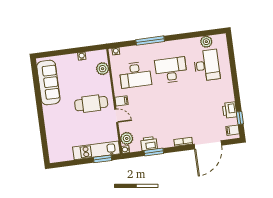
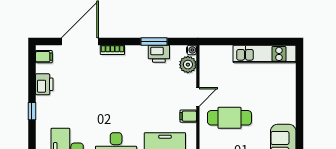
door: (116, 116) -> (198, 97), swing flipped
window: (240, 118) -> (32, 111), moved
kitchen unit: (96, 150) -> (265, 54), moved
window: (102, 159) -> (224, 41), removed

